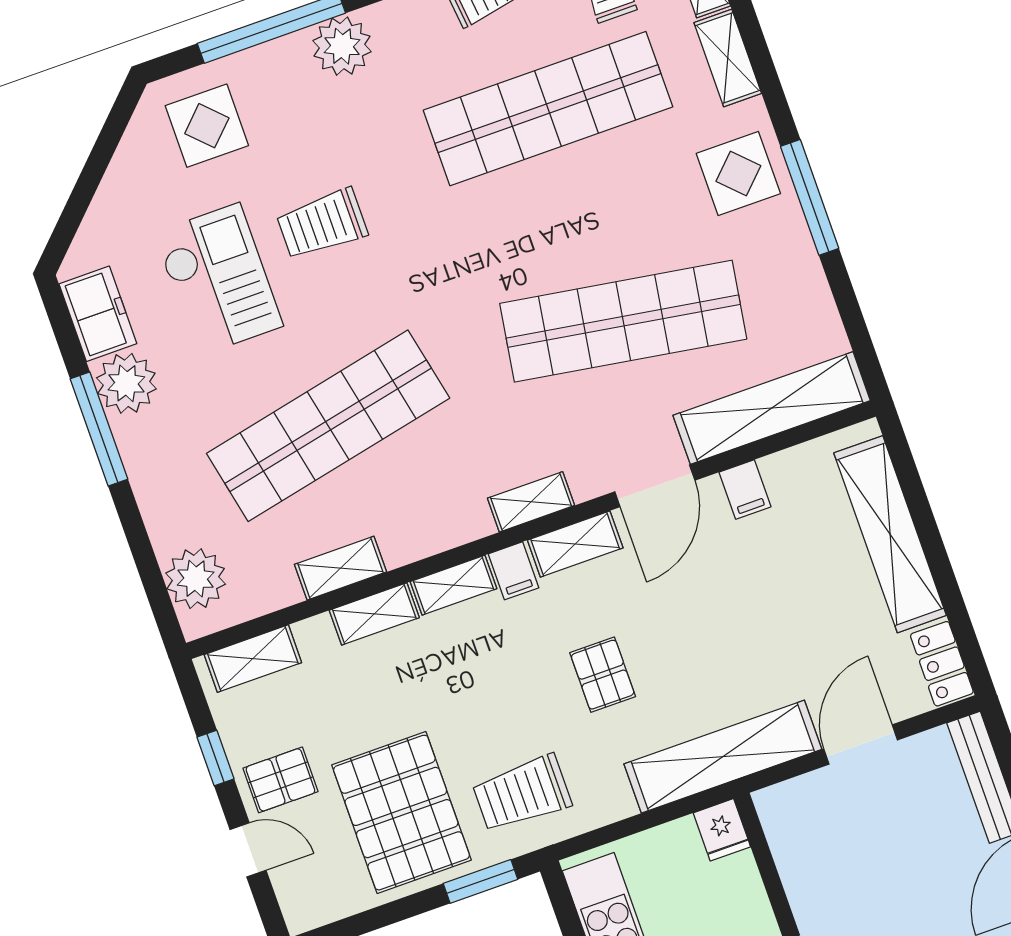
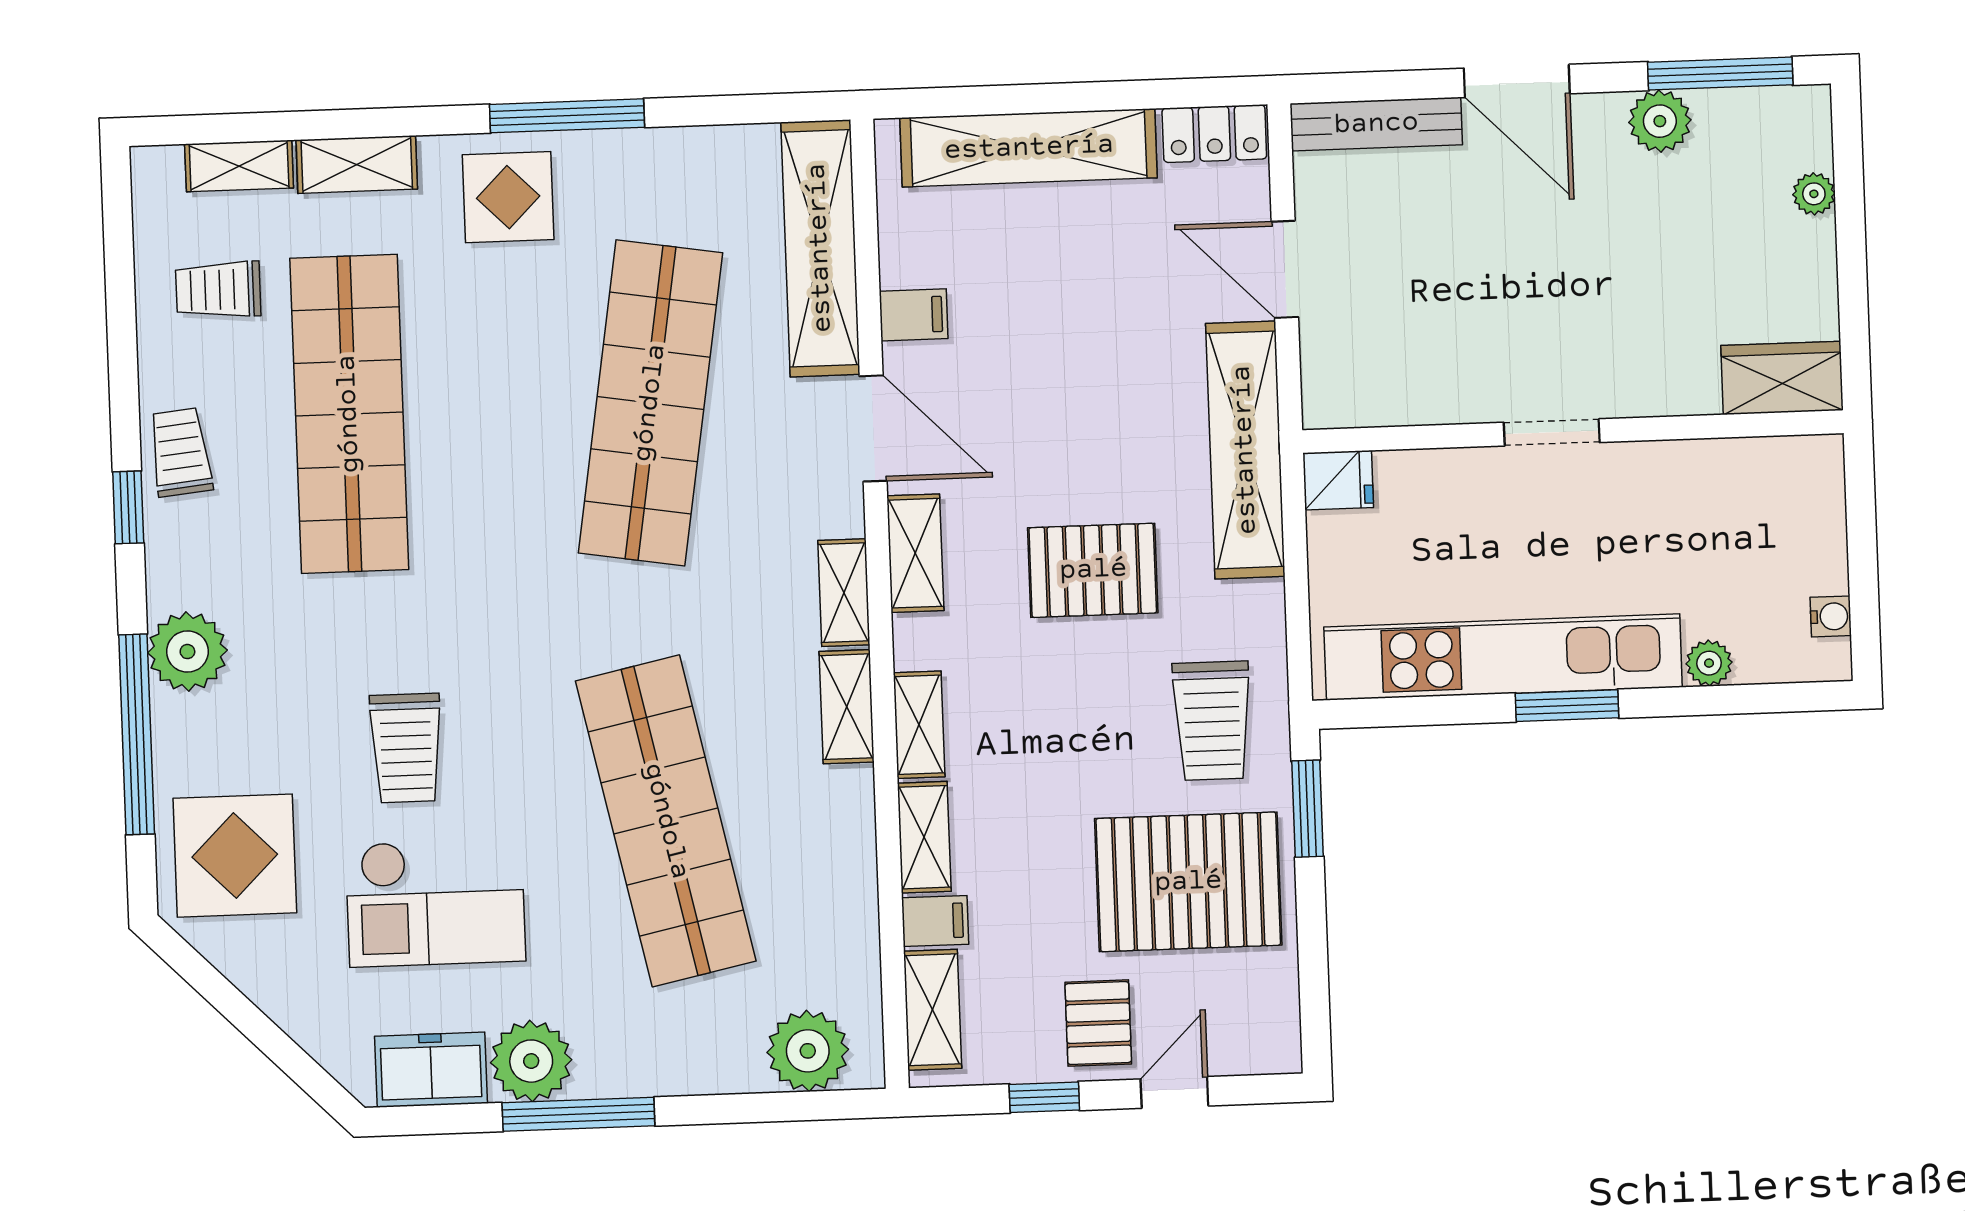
display table: (207, 126) -> (235, 856), width x1.36, depth x1.36
checkout: (218, 280) -> (436, 903), turned 180
shelving: (340, 568) -> (847, 707), moved
filing cabinet: (514, 571) -> (935, 921), moved
pallet: (603, 675) -> (1093, 570), width x1.50, depth x1.42

